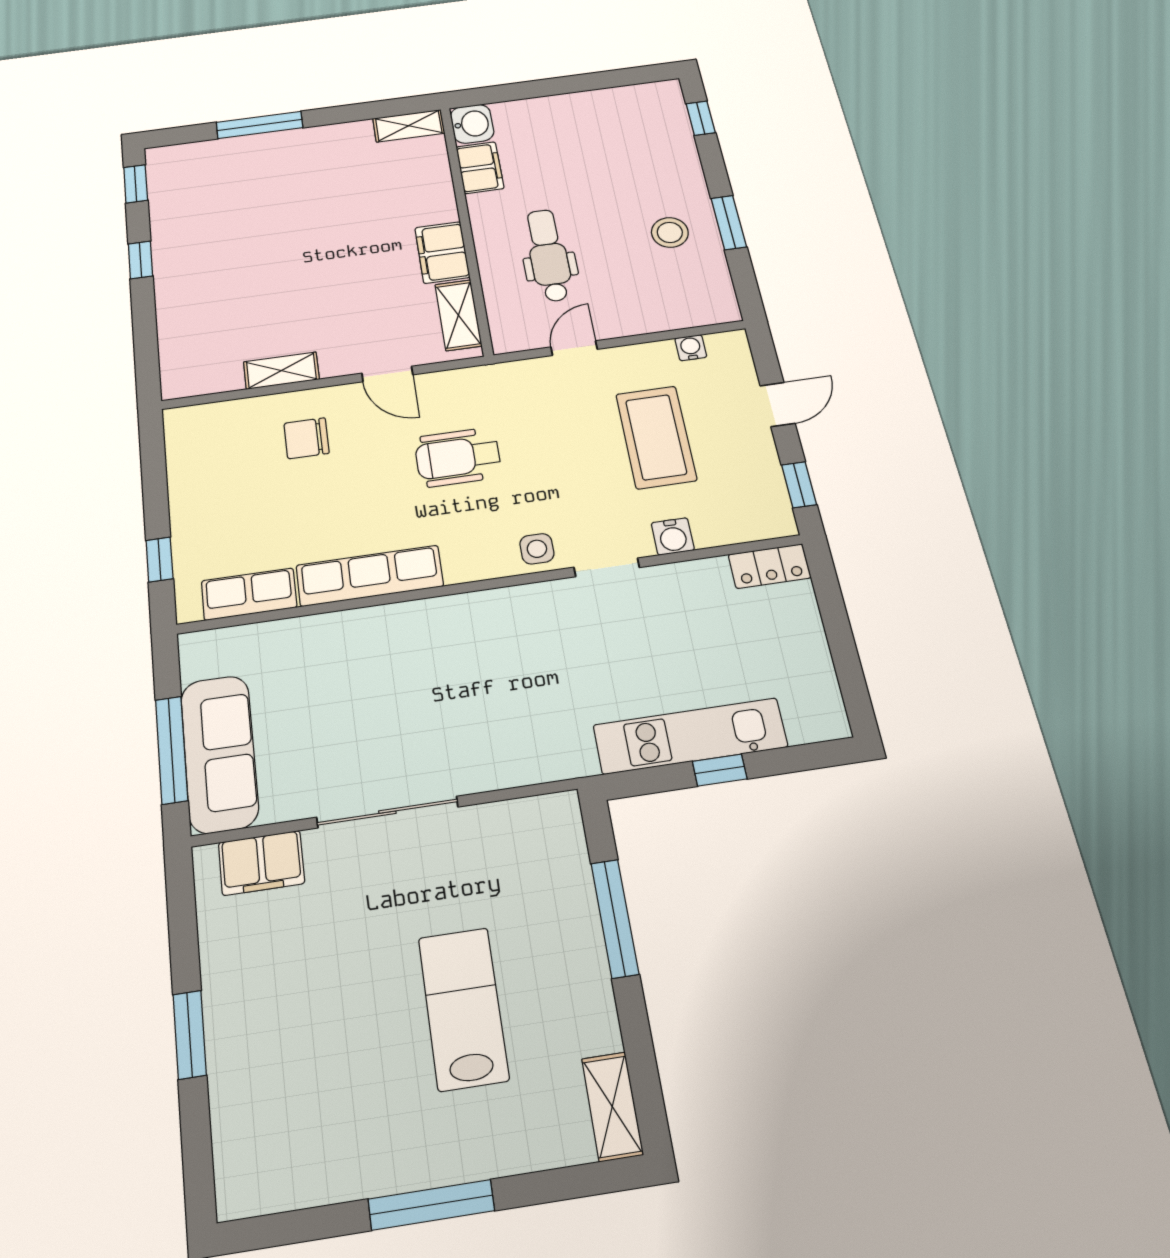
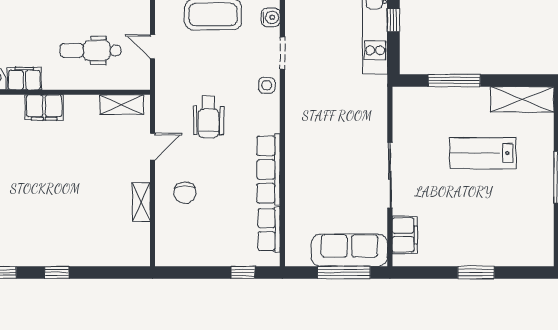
filing cabinet: (442, 252) -> (44, 107), moved
shelving: (612, 1106) -> (522, 99), width x1.50, depth x1.33

